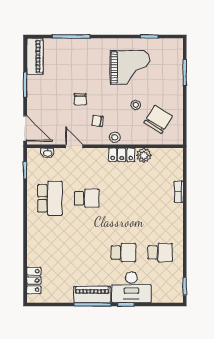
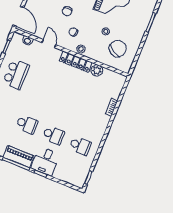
locker: (122, 155) -> (76, 62), width x1.53
school desk: (87, 198) -> (27, 124), moved
desk: (131, 287) -> (45, 161), width x0.73

